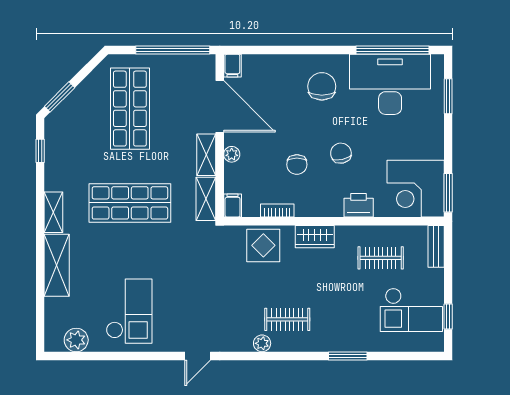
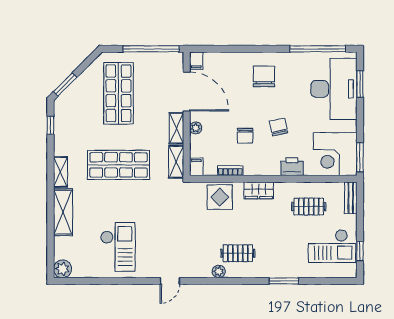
desk: (390, 84) -> (334, 89), moved, turned 90
plant: (76, 340) -> (63, 269), moved

